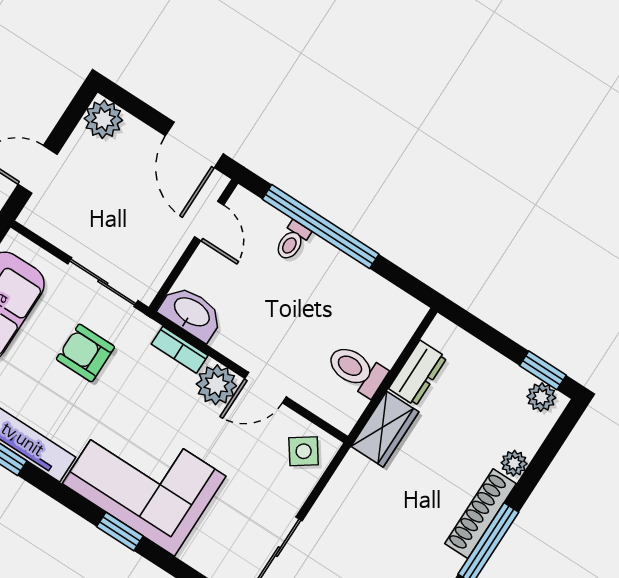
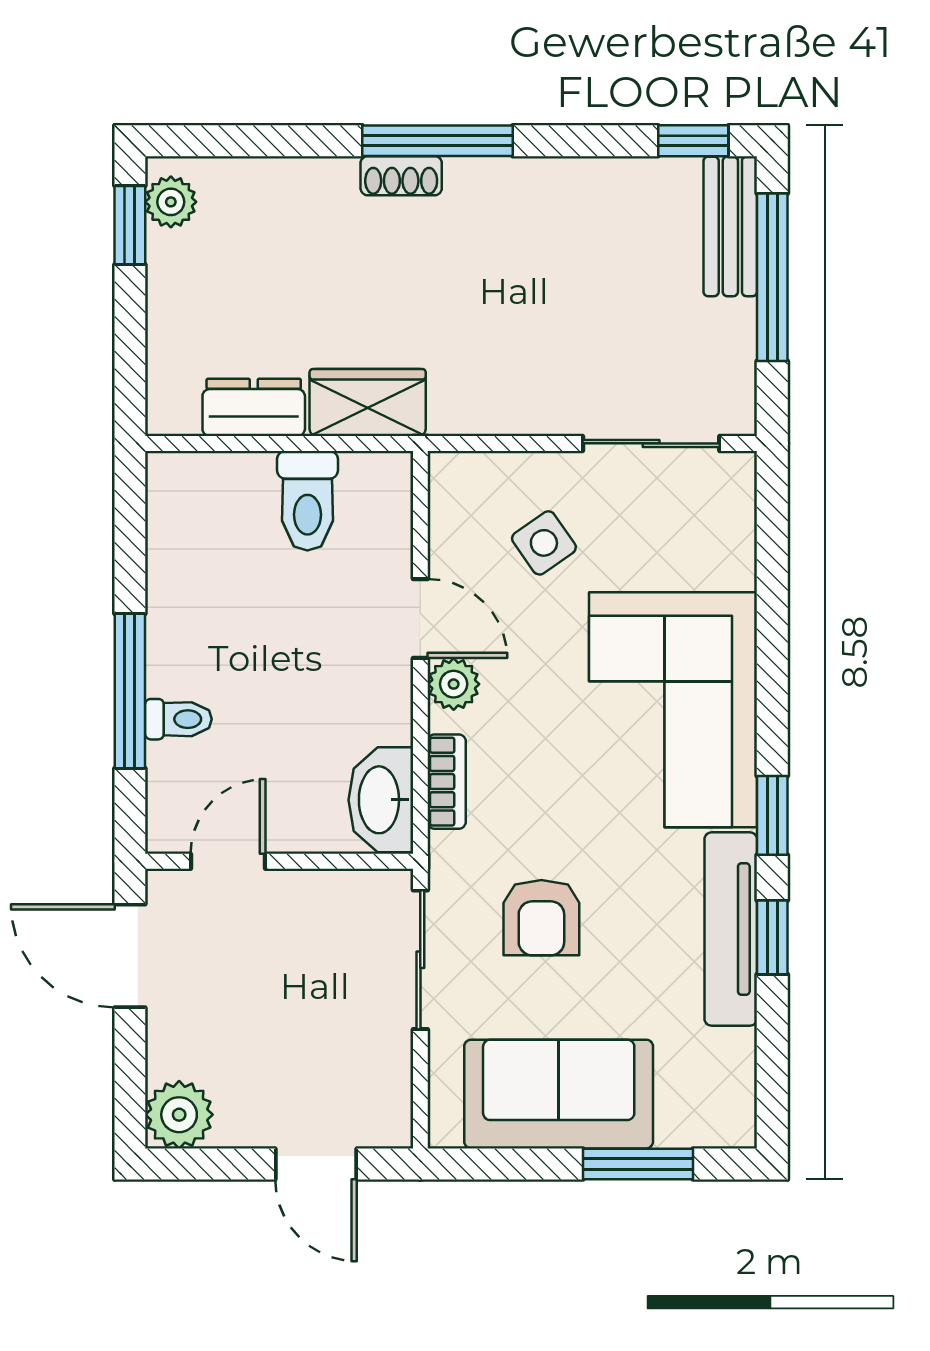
door: (194, 145) -> (130, 956), swing flipped
window: (321, 227) -> (130, 691), width x0.68
plant: (216, 385) -> (454, 684), width x0.73, depth x0.73
side table: (304, 451) -> (544, 543), moved
plant: (514, 463) -> (295, 179), removed
shoe rack: (481, 514) -> (401, 176), width x0.51, depth x0.81
window: (120, 531) -> (772, 815), moved

